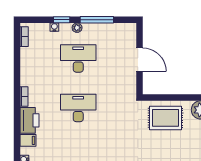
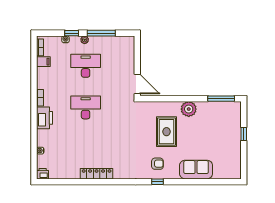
door: (139, 60) -> (137, 84), moved
rug: (166, 118) -> (167, 132), moved, turned 90
filing cabinet: (28, 140) -> (43, 62), moved

